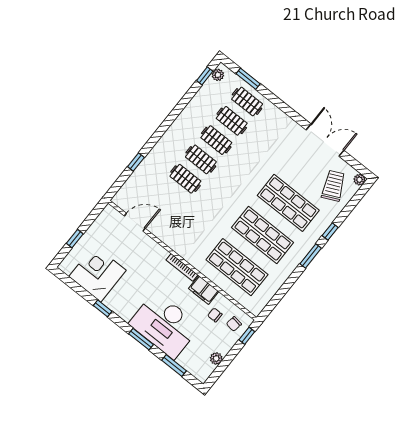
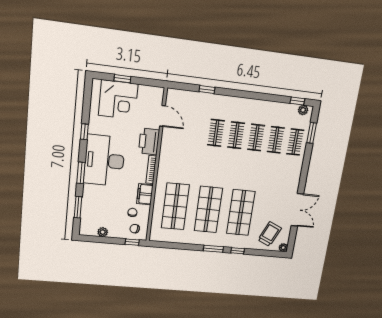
trolley: (333, 186) -> (270, 234), turned -41
printer: (152, 252) -> (149, 142), added
corner desk: (97, 273) -> (118, 100), moved, turned 90
desk: (165, 325) -> (104, 161), moved

